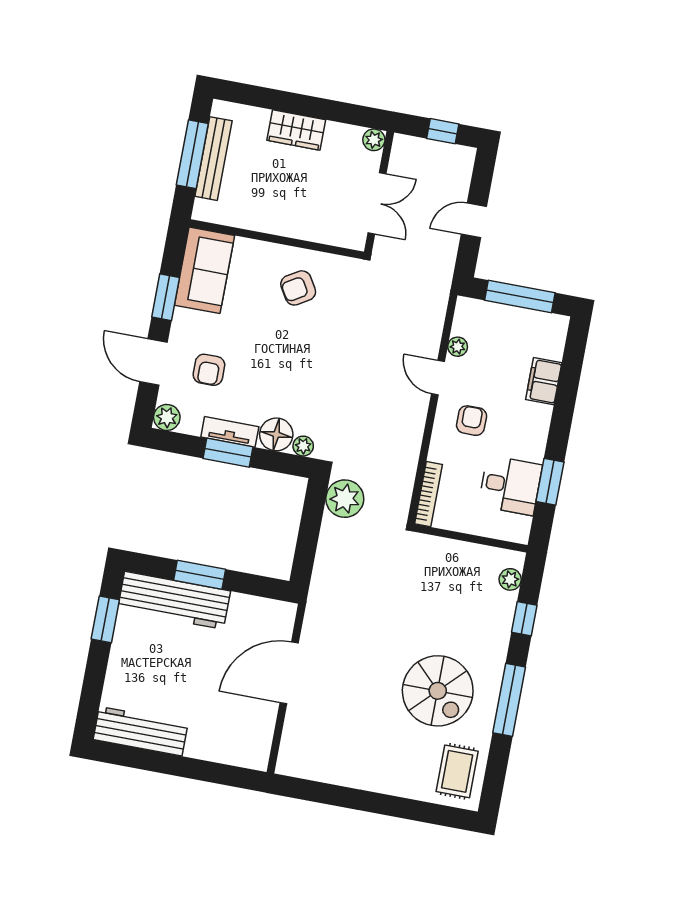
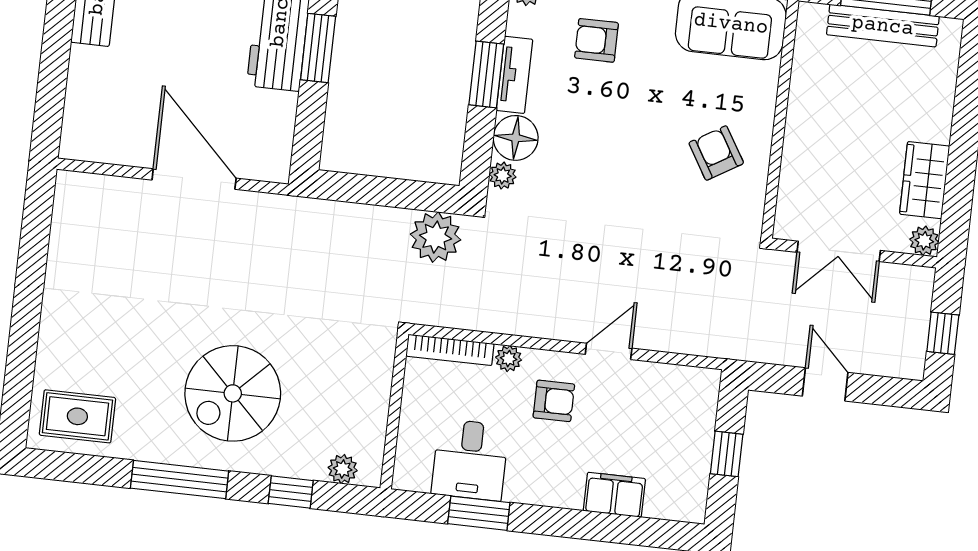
wardrobe: (296, 130) -> (925, 180), moved
window: (520, 296) -> (727, 454), width x0.46
plant: (458, 347) -> (509, 359), moved
spiral stairs: (438, 691) -> (233, 393), moved

